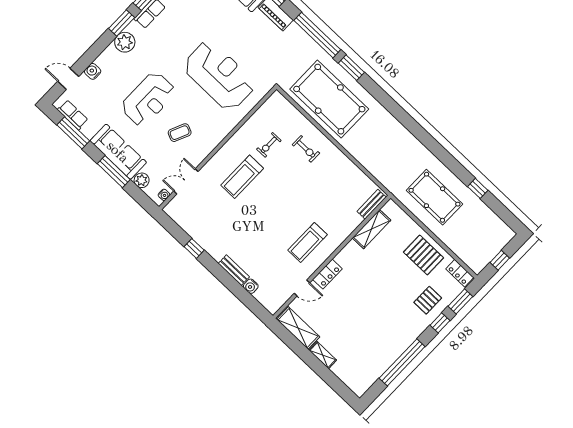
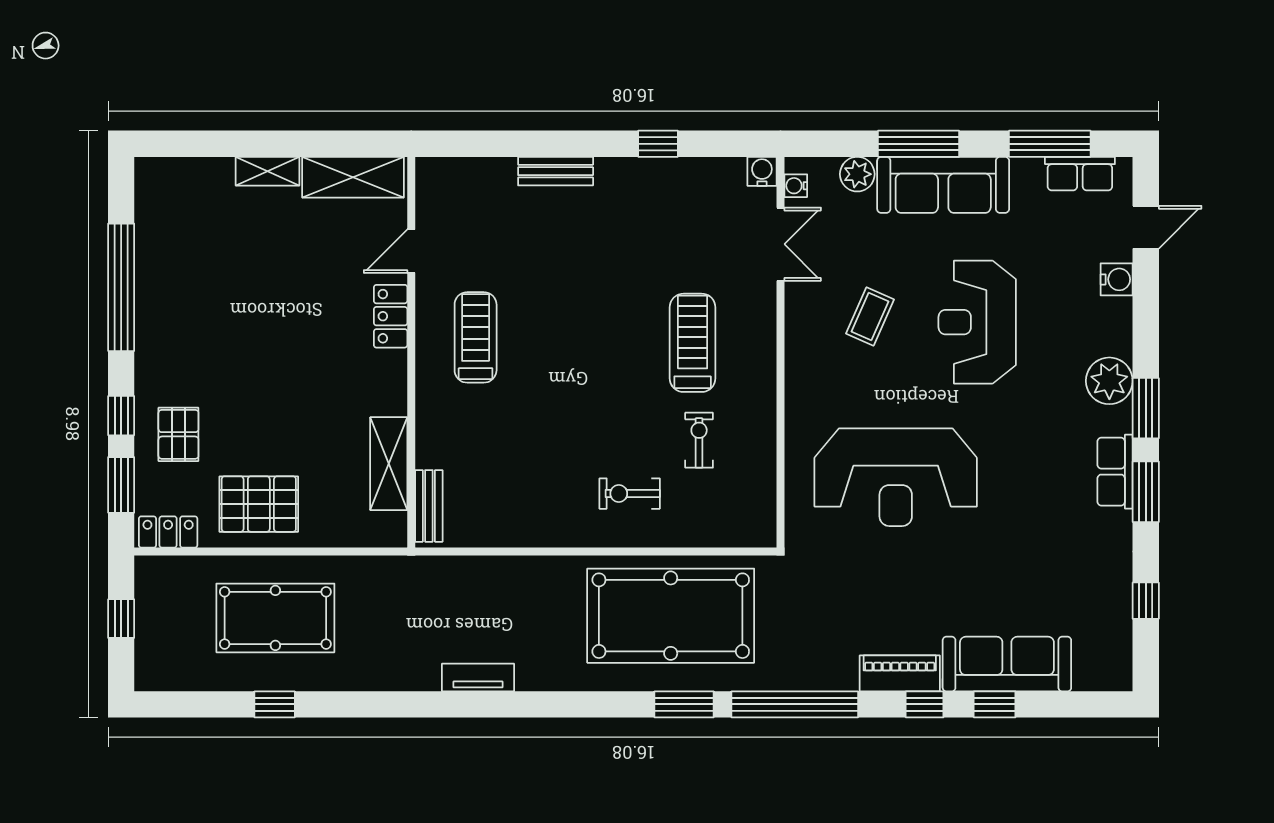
tv unit: (407, 137) -> (478, 678), added
pool table: (434, 197) -> (275, 618), moved
water cooler: (251, 286) -> (762, 171), moved

